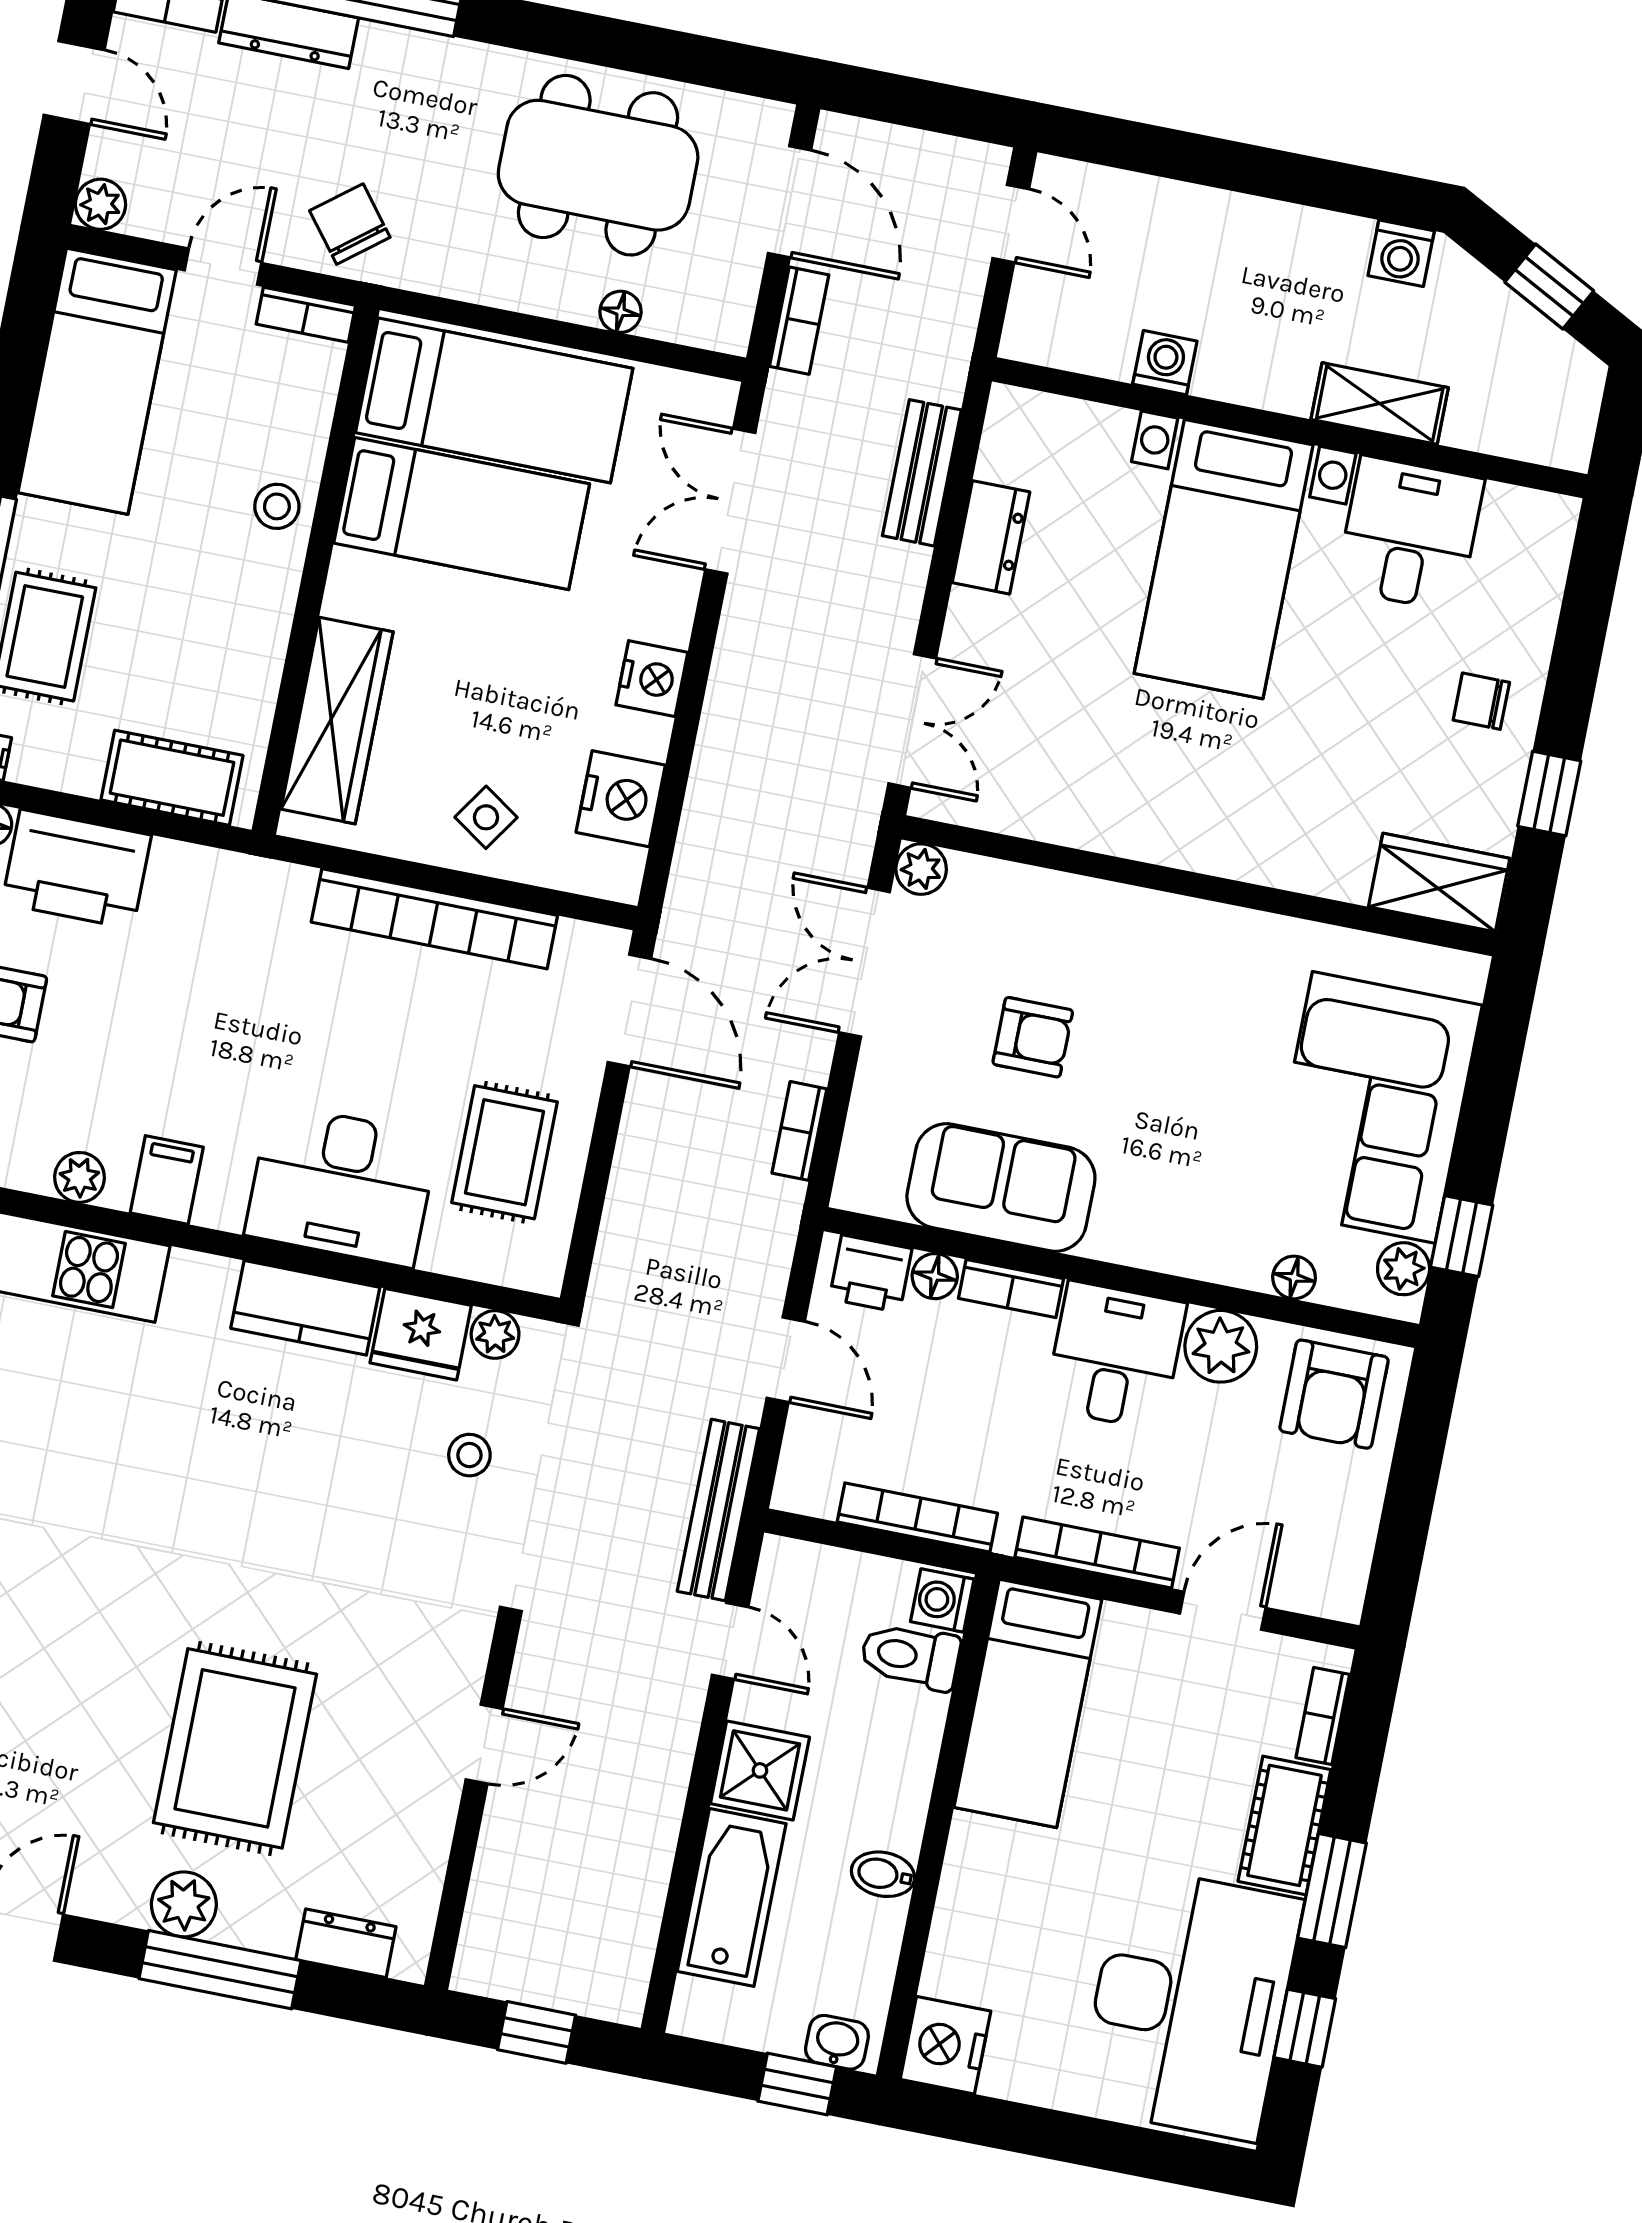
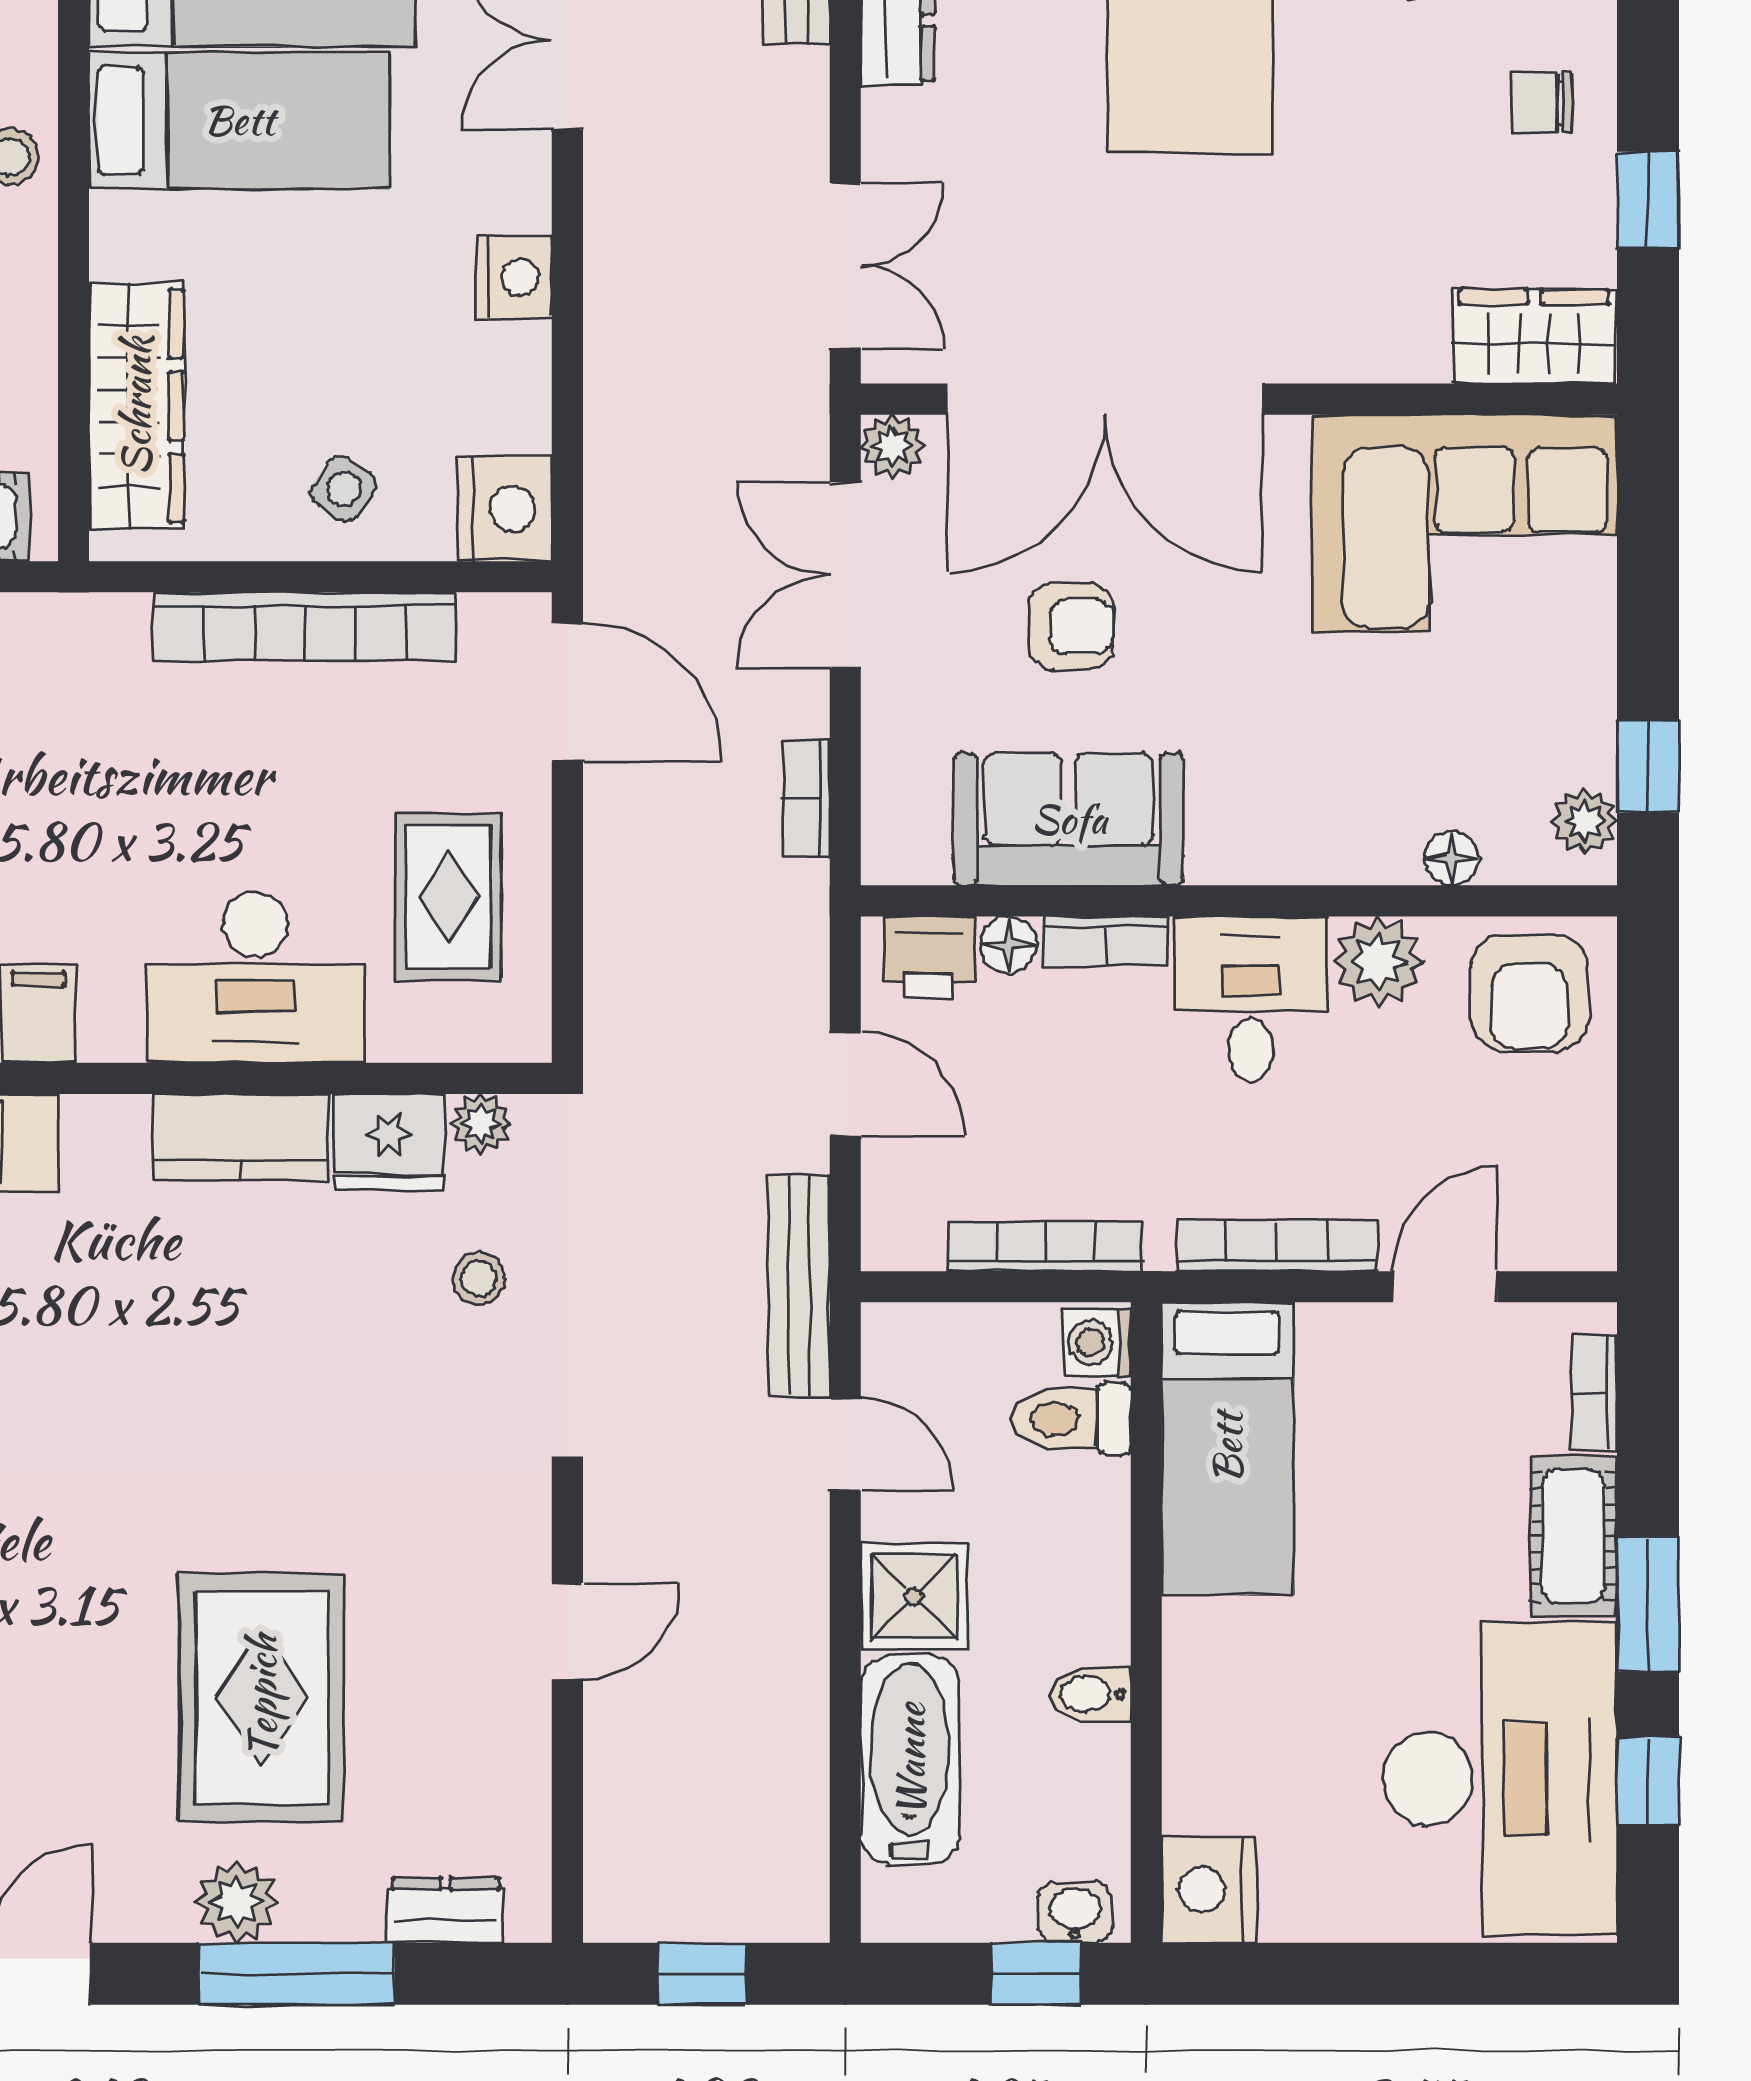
nightstand: (621, 799) -> (505, 509), moved
double door: (1094, 865) -> (1105, 399), added
corner sofa: (1374, 1107) -> (1465, 523), moved, turned -90

